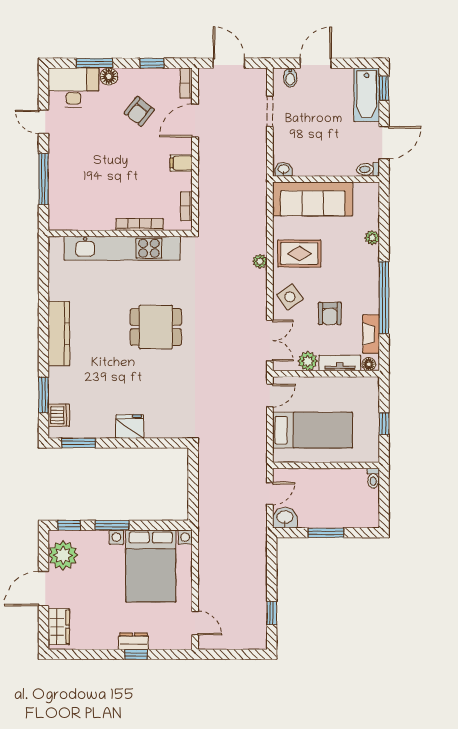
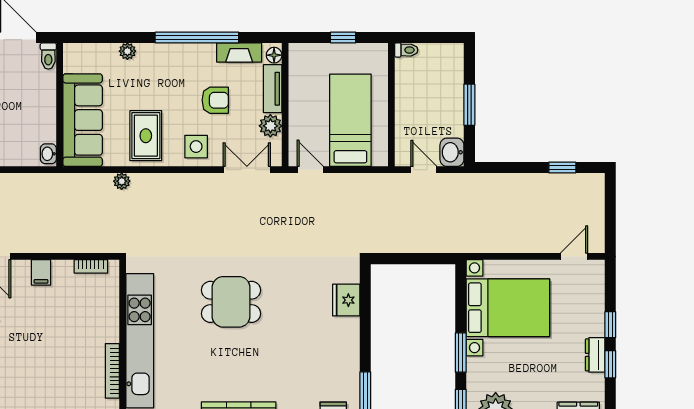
bookcase: (140, 225) -> (112, 371), moved
plant: (260, 261) -> (122, 181), moved
side table: (290, 297) -> (196, 147), turned 35
dining table: (156, 327) -> (231, 302), turned 90
fridge: (130, 426) -> (346, 300), moved
dresser: (134, 641) -> (595, 355), moved
window: (102, 654) -> (610, 364), added

